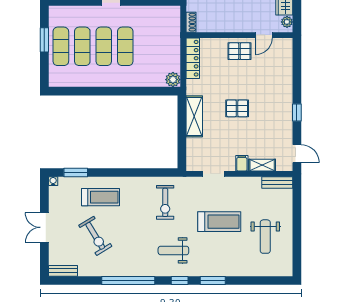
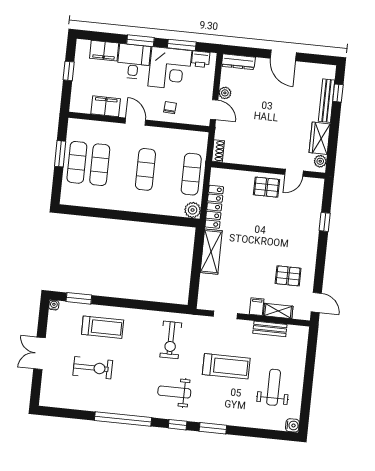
exercise mat: (104, 46) -> (191, 174), moved
locker: (193, 58) -> (214, 207), moved
pallet: (237, 108) -> (288, 276), moved
window: (297, 112) -> (325, 222), moved
bench: (277, 183) -> (270, 329), moved
exercise bike: (95, 236) -> (93, 368), turned -59
weight bench: (265, 237) -> (274, 387), turned 180
water cooler: (286, 270) -> (292, 425), added
bench: (63, 271) -> (55, 401), removed

